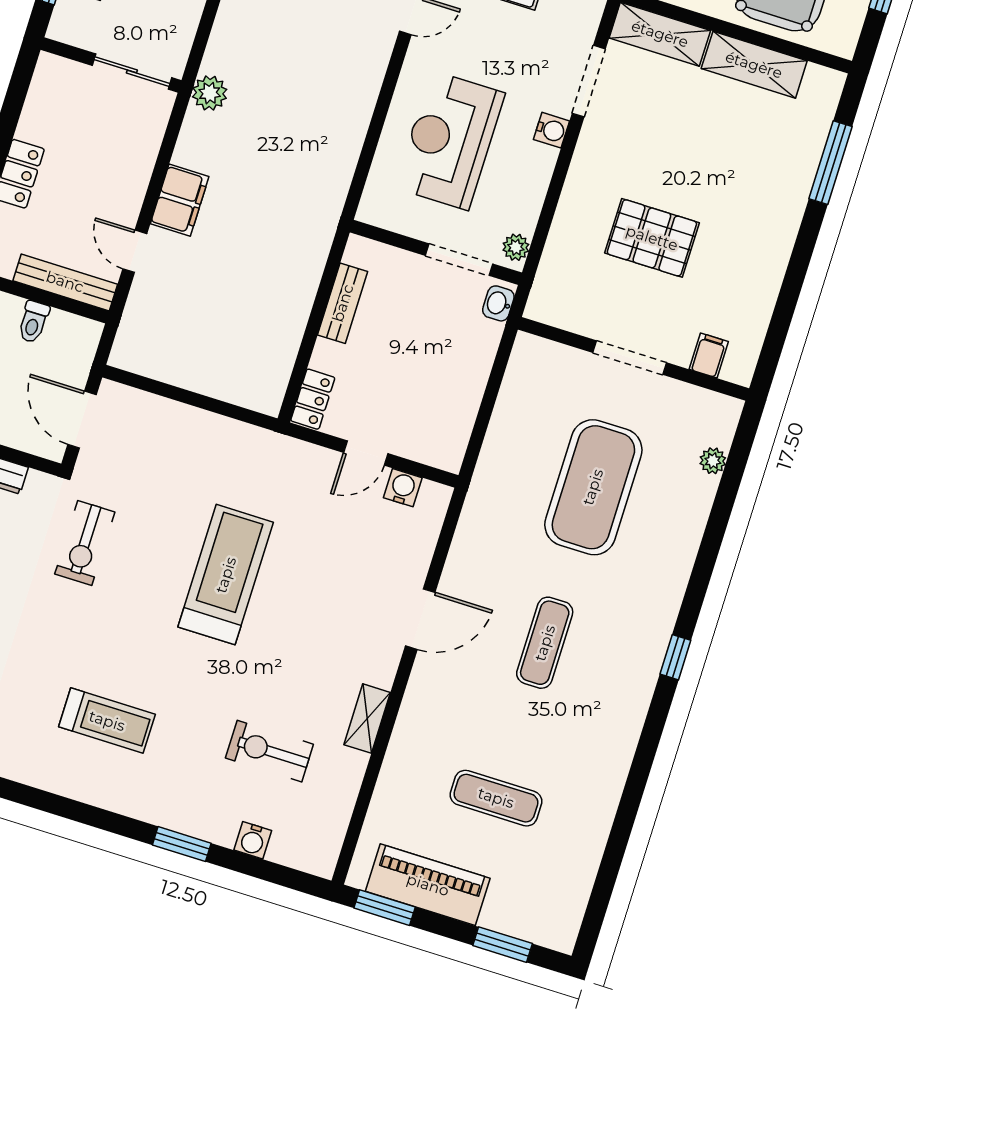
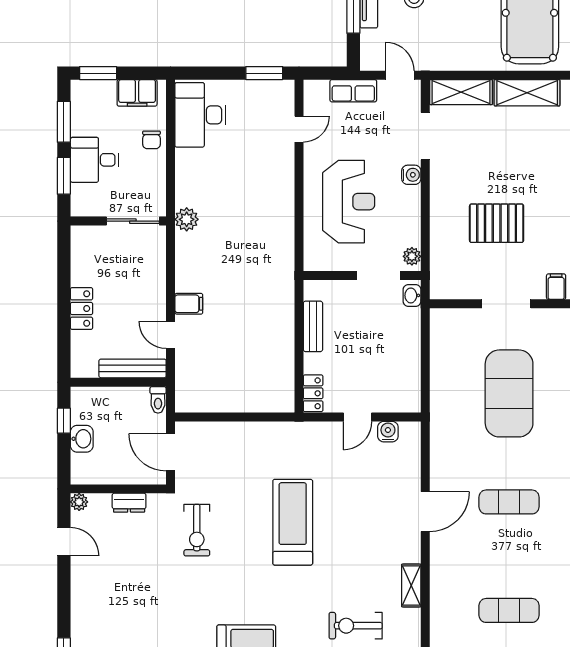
reception desk: (450, 140) -> (349, 202), turned 180
filing cabinet: (180, 200) -> (189, 304), width x0.50
toilet: (33, 322) -> (158, 400), moved
exercise mat: (545, 643) -> (509, 502), turned 90

